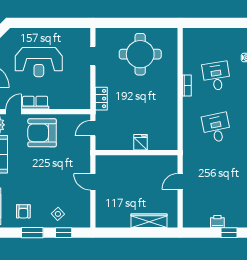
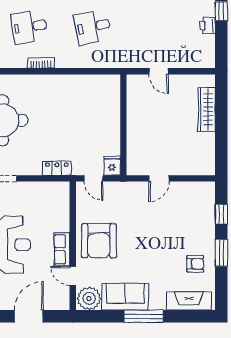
fridge: (140, 142) -> (112, 166), moved, turned 90
side table: (58, 214) -> (198, 221), removed

